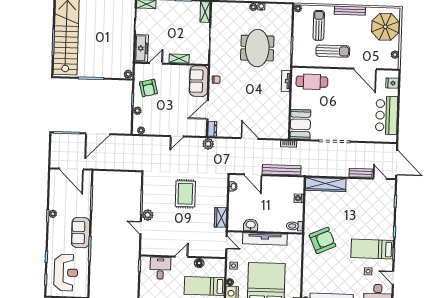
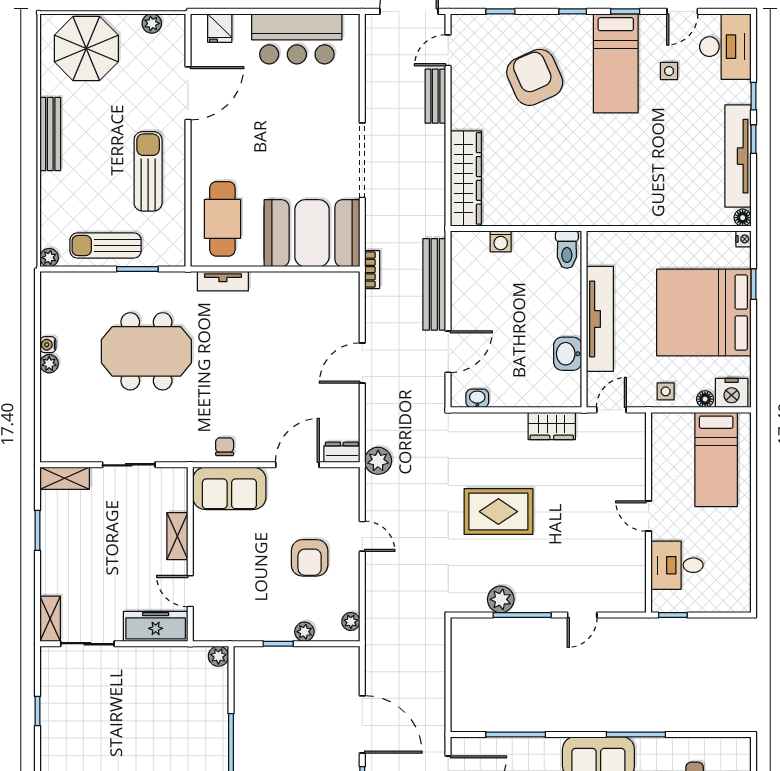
sun lounger: (319, 25) -> (106, 246), moved
armchair: (148, 88) -> (310, 558), moved, turned 104
door: (208, 110) -> (297, 465), swing flipped
booth: (300, 124) -> (312, 233), width x1.36, depth x1.42
plant: (148, 215) -> (501, 599), moved
armchair: (322, 240) -> (535, 77), moved
floor lamp: (199, 263) -> (662, 473), removed

